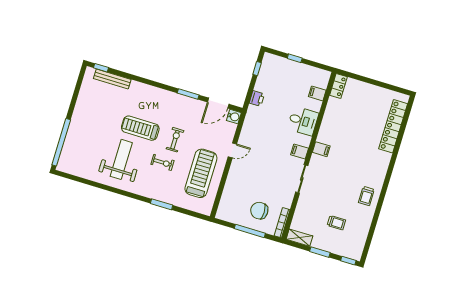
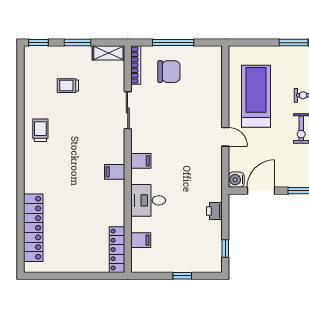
locker: (338, 86) -> (117, 250), width x1.53
door: (232, 150) -> (225, 137), swing flipped
treadmill: (201, 173) -> (256, 96), turned 180
sliding door: (302, 179) -> (128, 110), moved

